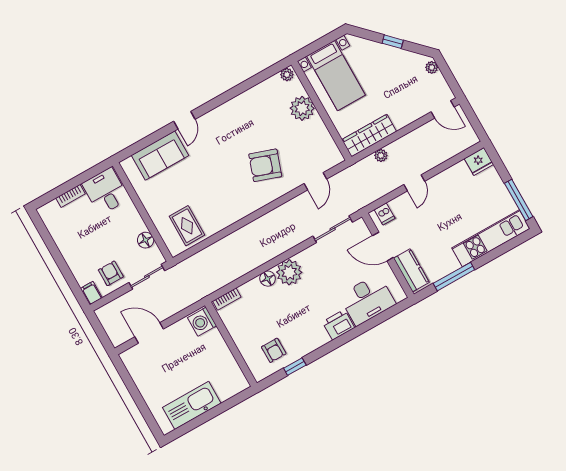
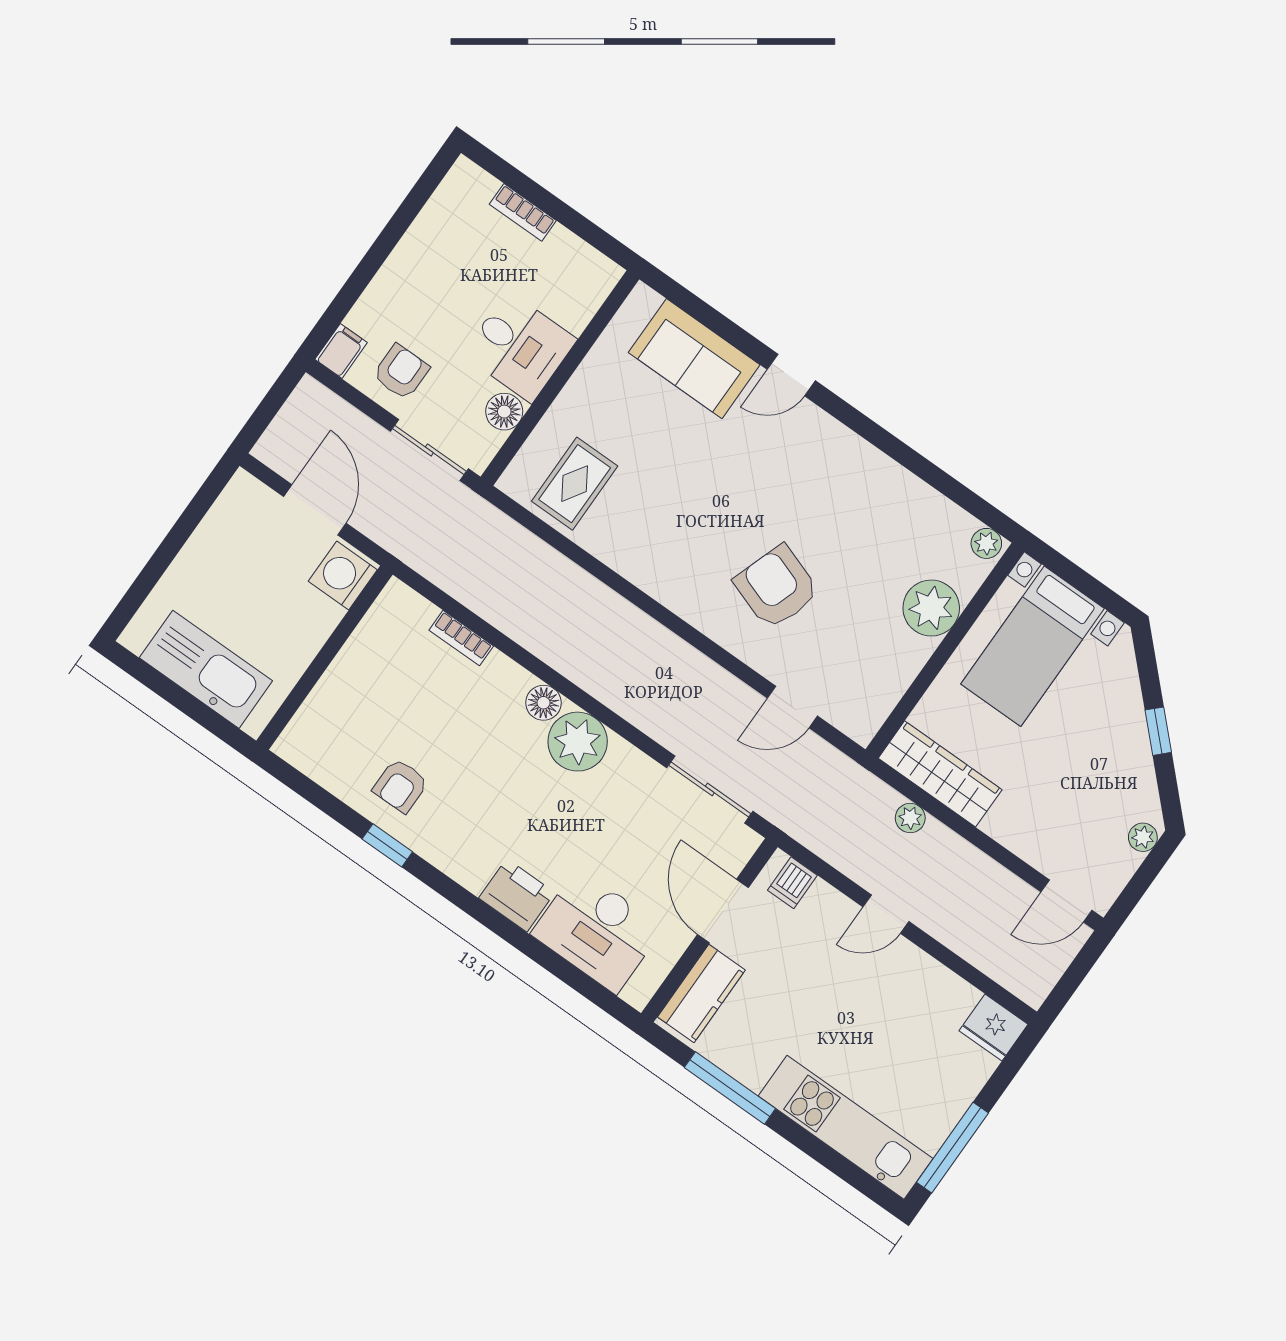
door: (443, 109) -> (1066, 901), hinge flipped
desk: (106, 191) -> (520, 347), moved, turned 90
washing machine: (202, 322) -> (343, 575), moved
wall: (231, 344) -> (324, 658), moved

